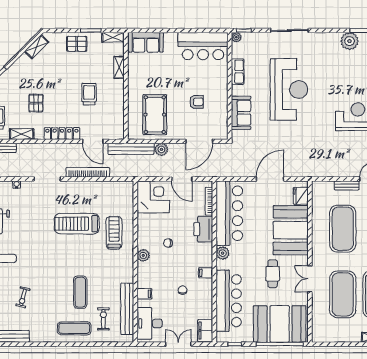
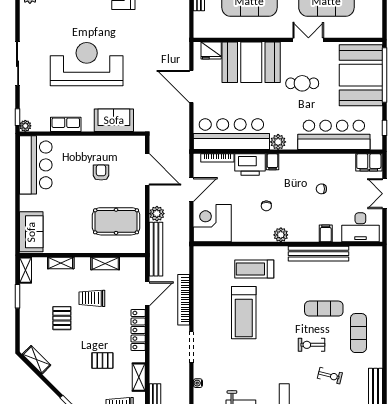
pallet: (77, 44) -> (62, 318), moved
shelving: (119, 105) -> (105, 264), added
filing cabinet: (206, 273) -> (272, 162), moved
double door: (310, 279) -> (308, 40), swing flipped
bench: (127, 309) -> (319, 254), moved
exercise bike: (103, 319) -> (312, 345), moved
exercise mat: (74, 328) -> (358, 333), moved

